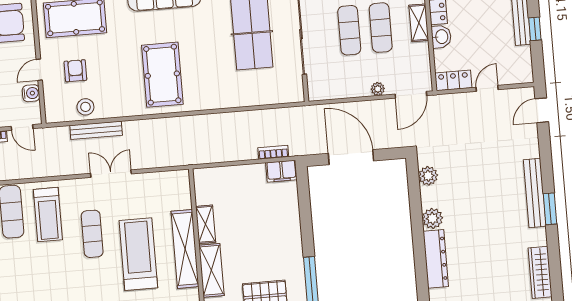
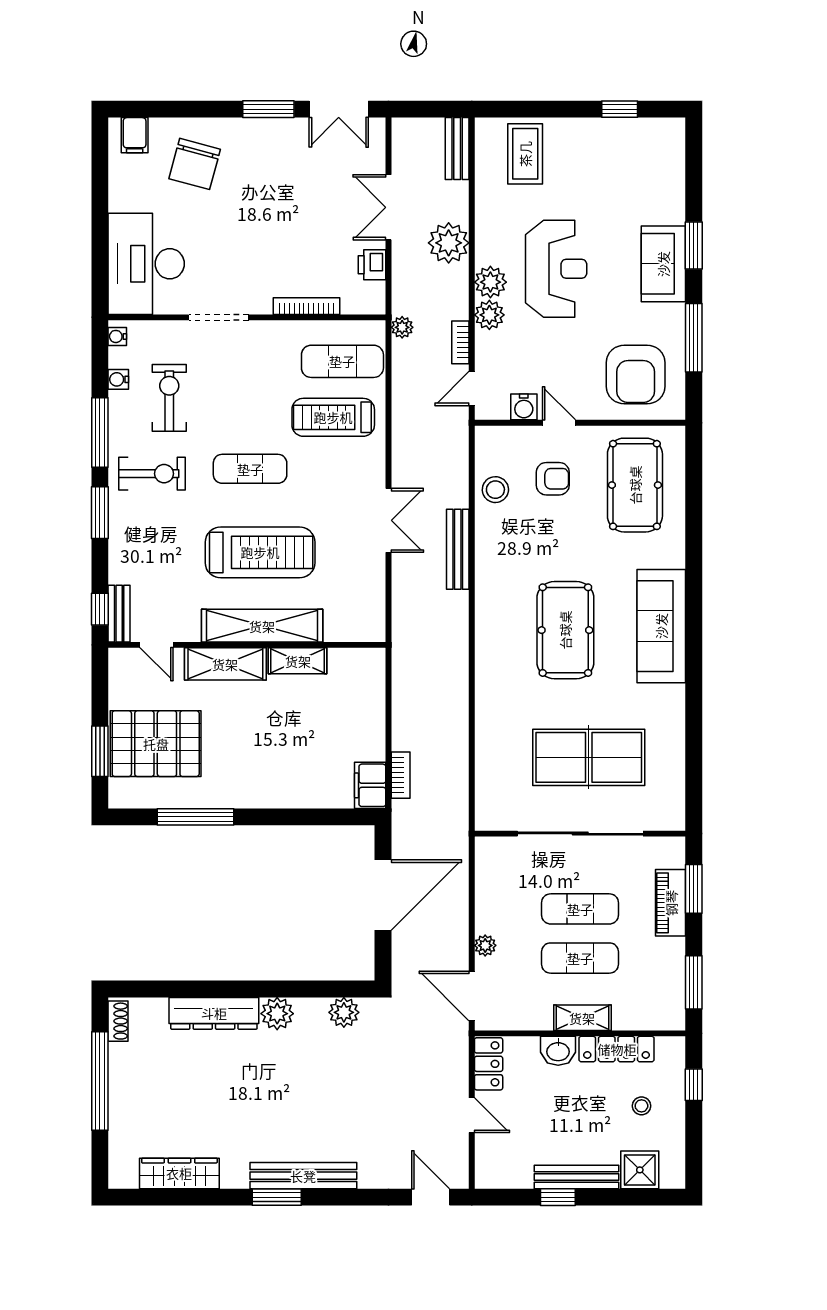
pool table: (162, 75) -> (565, 630), moved, turned 90
bench: (96, 130) -> (458, 549), moved
exercise mat: (92, 234) -> (250, 469), moved

